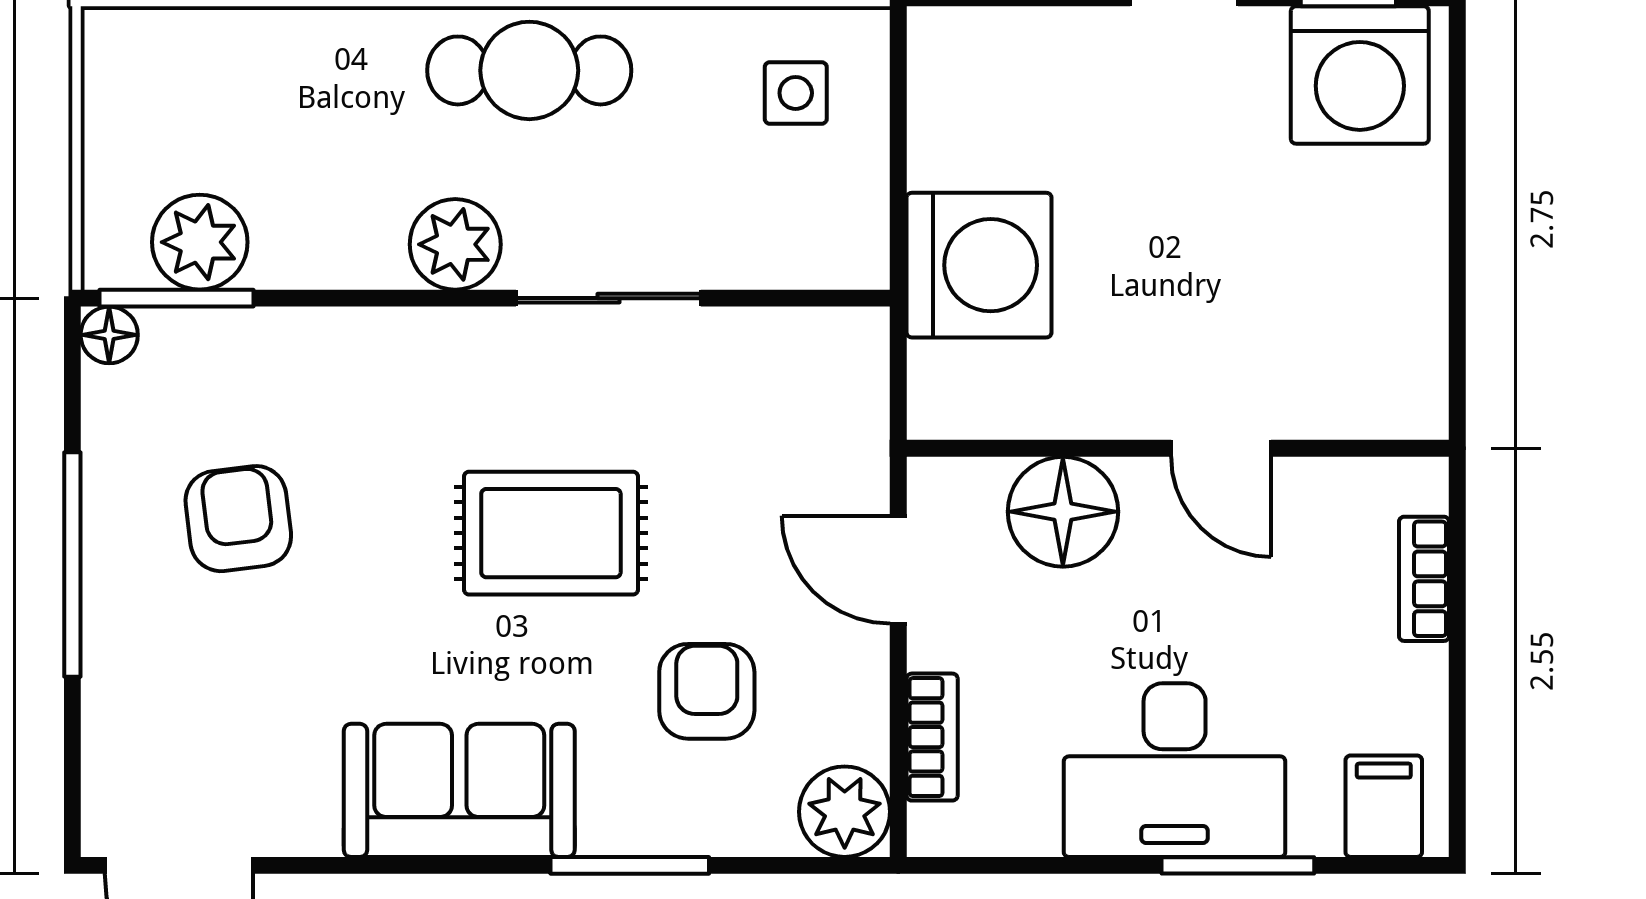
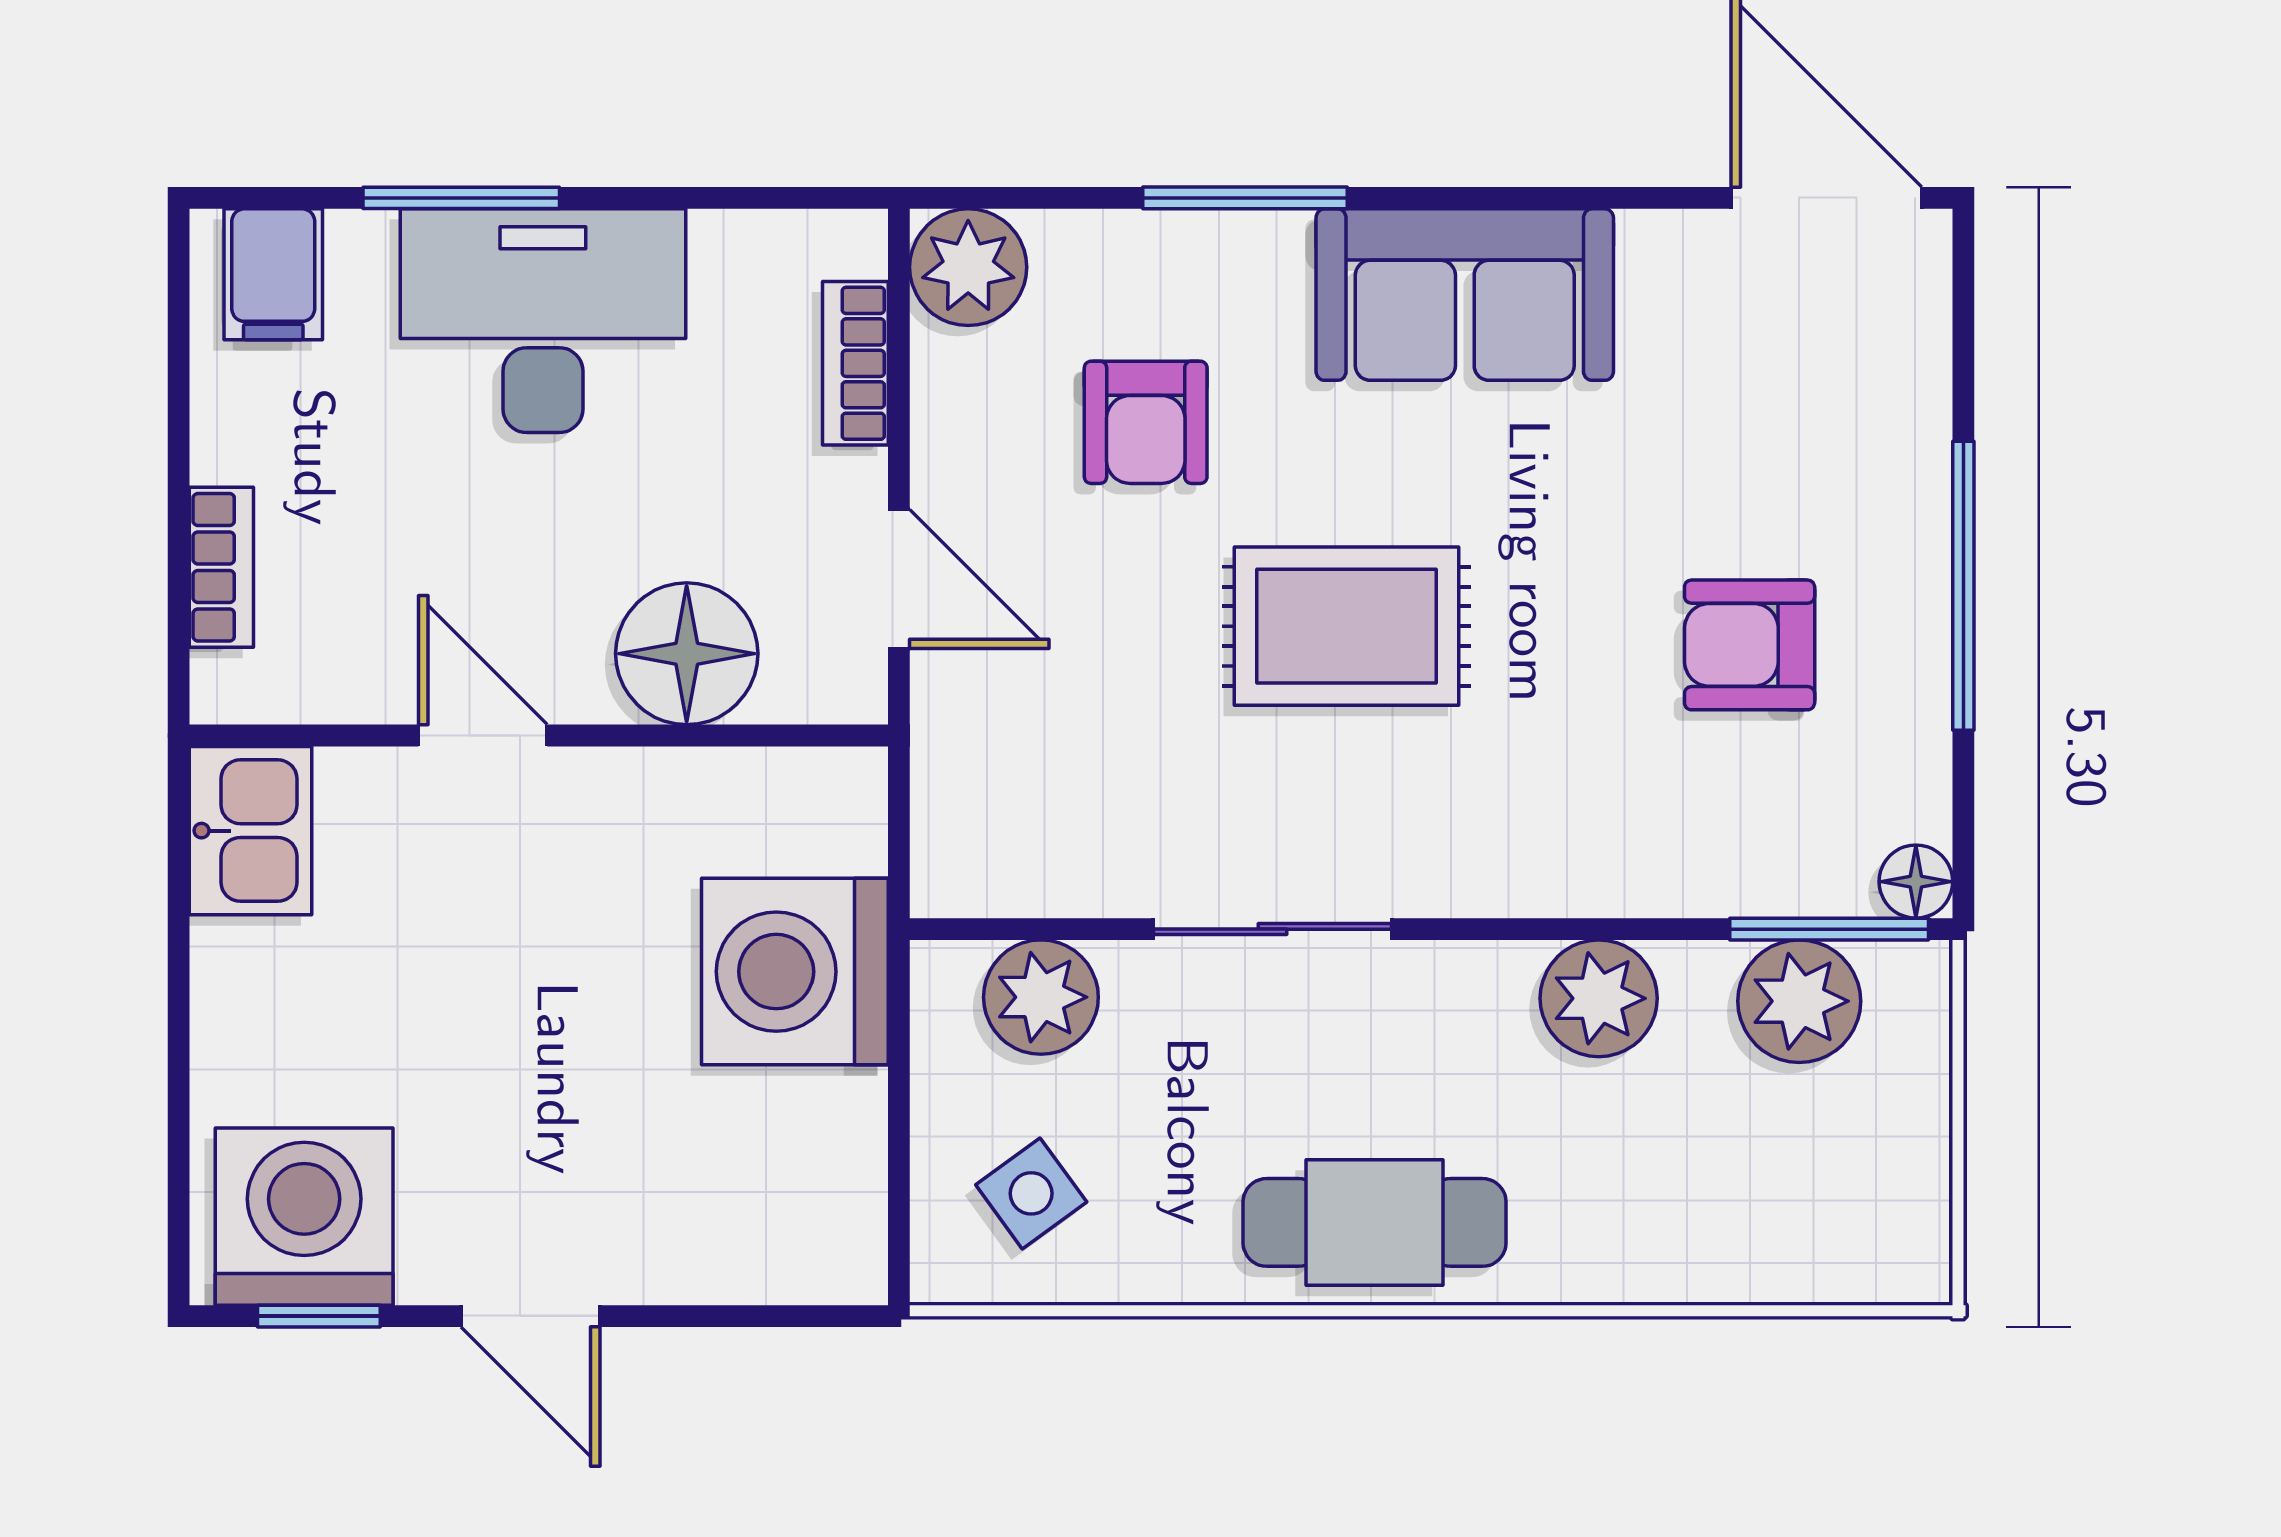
side table: (796, 93) -> (1031, 1193), turned -36
plant: (455, 244) -> (1599, 998), moved
plant: (788, 245) -> (1041, 997), added
kitchen sink: (1401, 375) -> (250, 831), added
armchair: (238, 519) -> (1750, 645), turned 97

